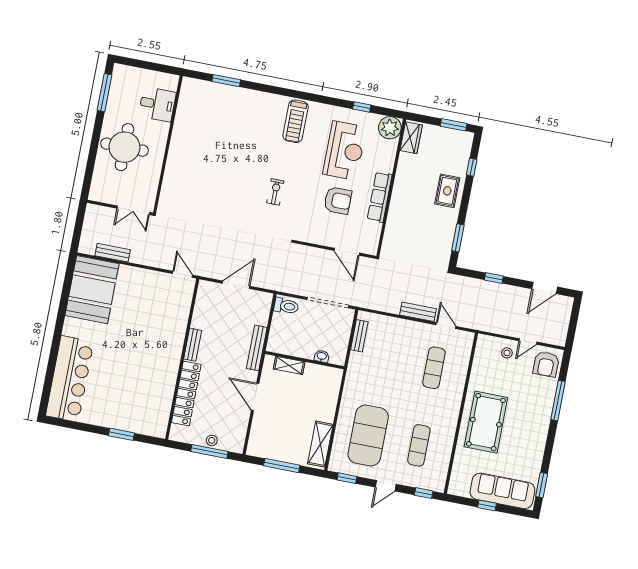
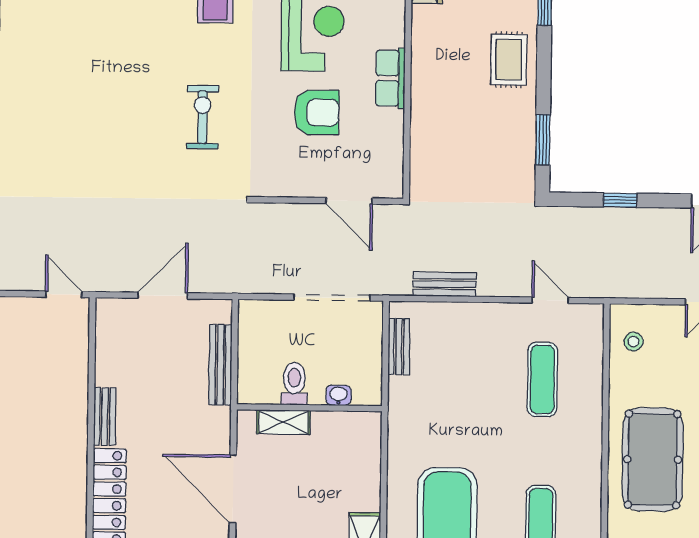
exercise bike: (275, 192) -> (202, 117), width x1.38, depth x1.39
row of seats: (380, 197) -> (390, 78), width x0.68
toilet: (286, 306) -> (294, 384), moved, turned -90
bench: (418, 312) -> (445, 284), moved
bench: (257, 348) -> (220, 365), moved
stool: (507, 353) -> (633, 342), moved
door: (255, 397) -> (233, 489), width x1.36

